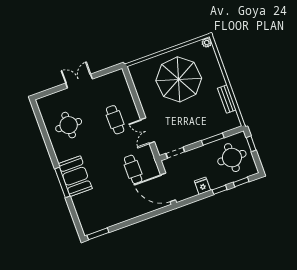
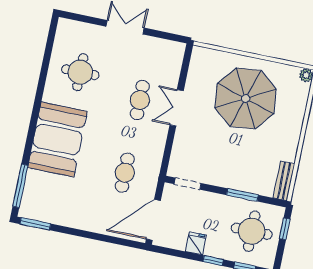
bench: (227, 99) -> (284, 181), moved
double door: (148, 131) -> (177, 108), moved
booth: (75, 176) -> (57, 140), width x1.36, depth x1.42
window: (62, 182) -> (20, 186), moved
door: (168, 187) -> (153, 220), hinge flipped

